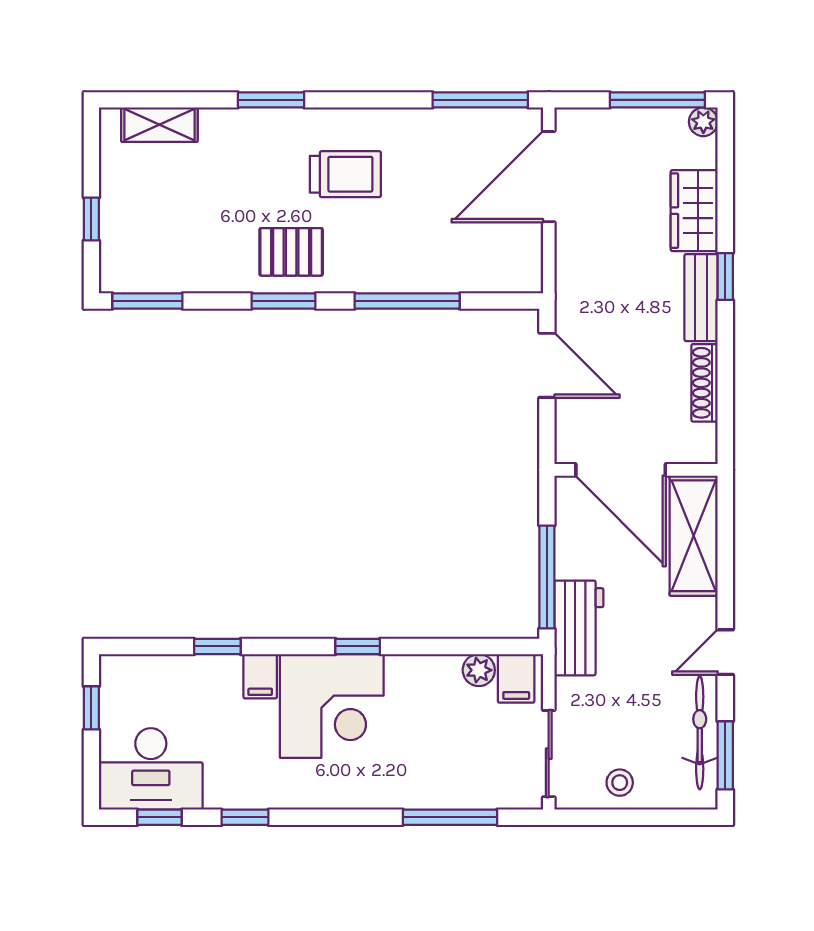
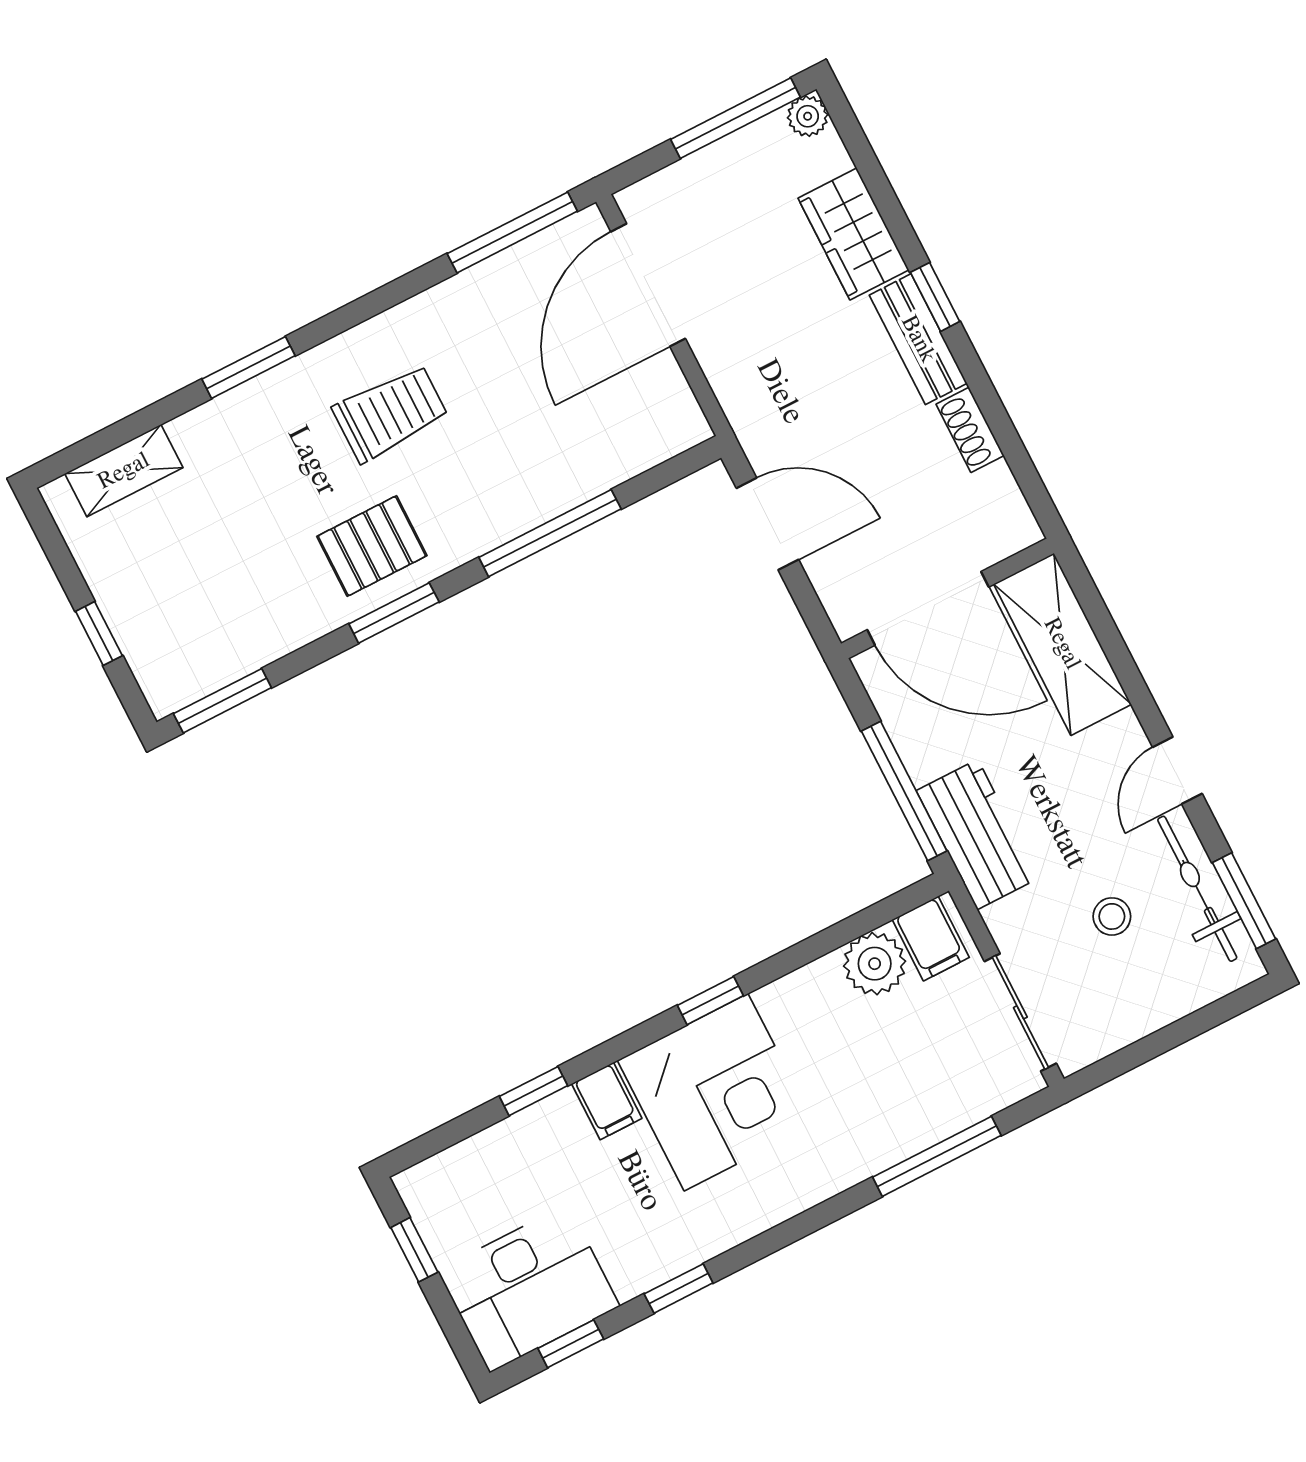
shoe rack: (704, 383) -> (970, 430), width x0.70
plant: (479, 670) -> (875, 964), width x1.38, depth x1.38
stool: (620, 783) -> (1112, 916), moved

